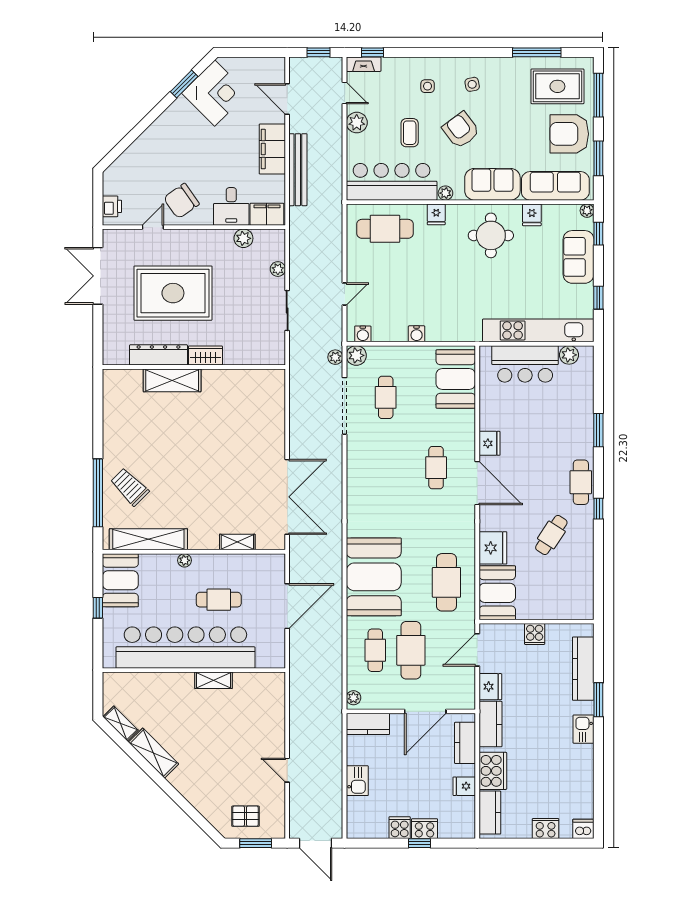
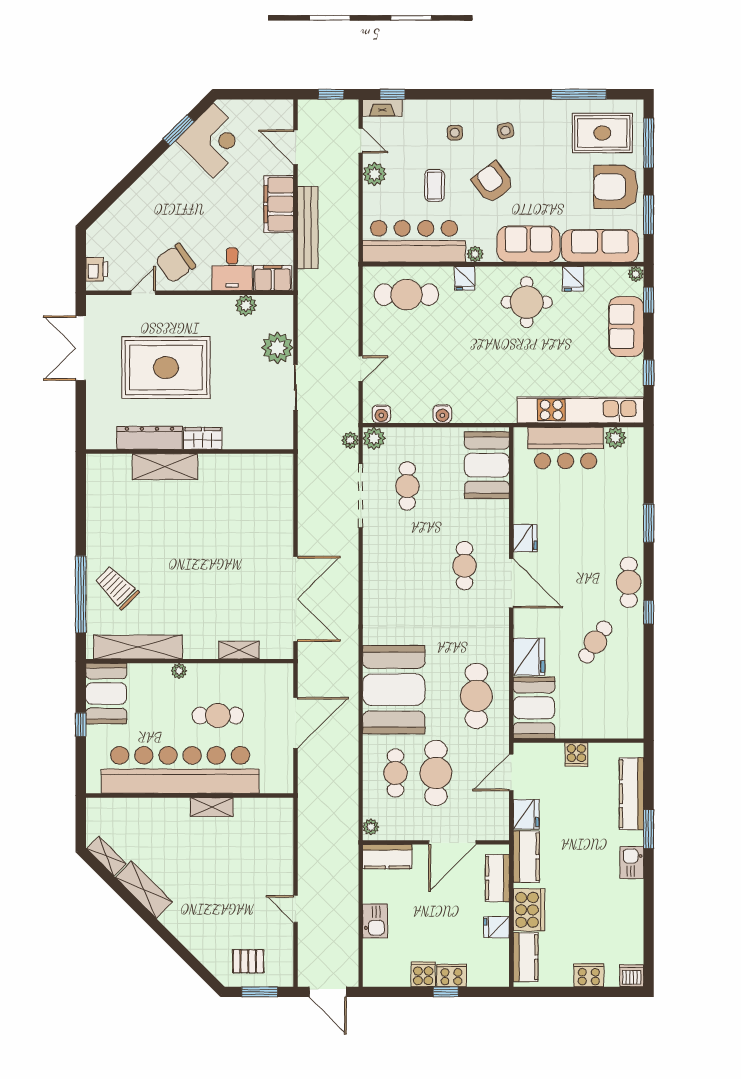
plant: (278, 269) -> (277, 348), width x1.87, depth x1.87

